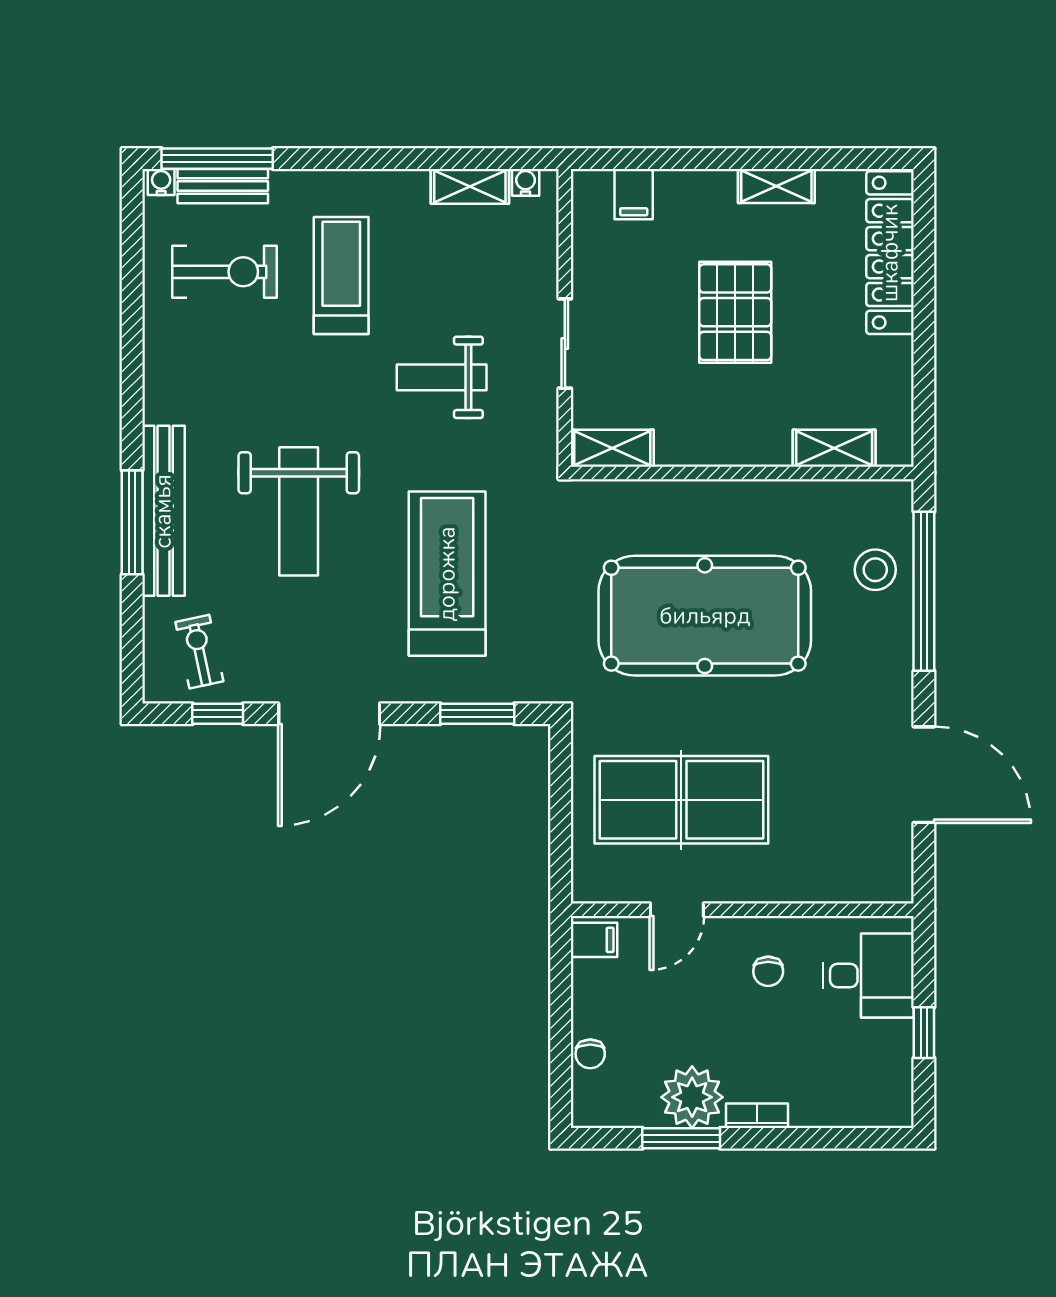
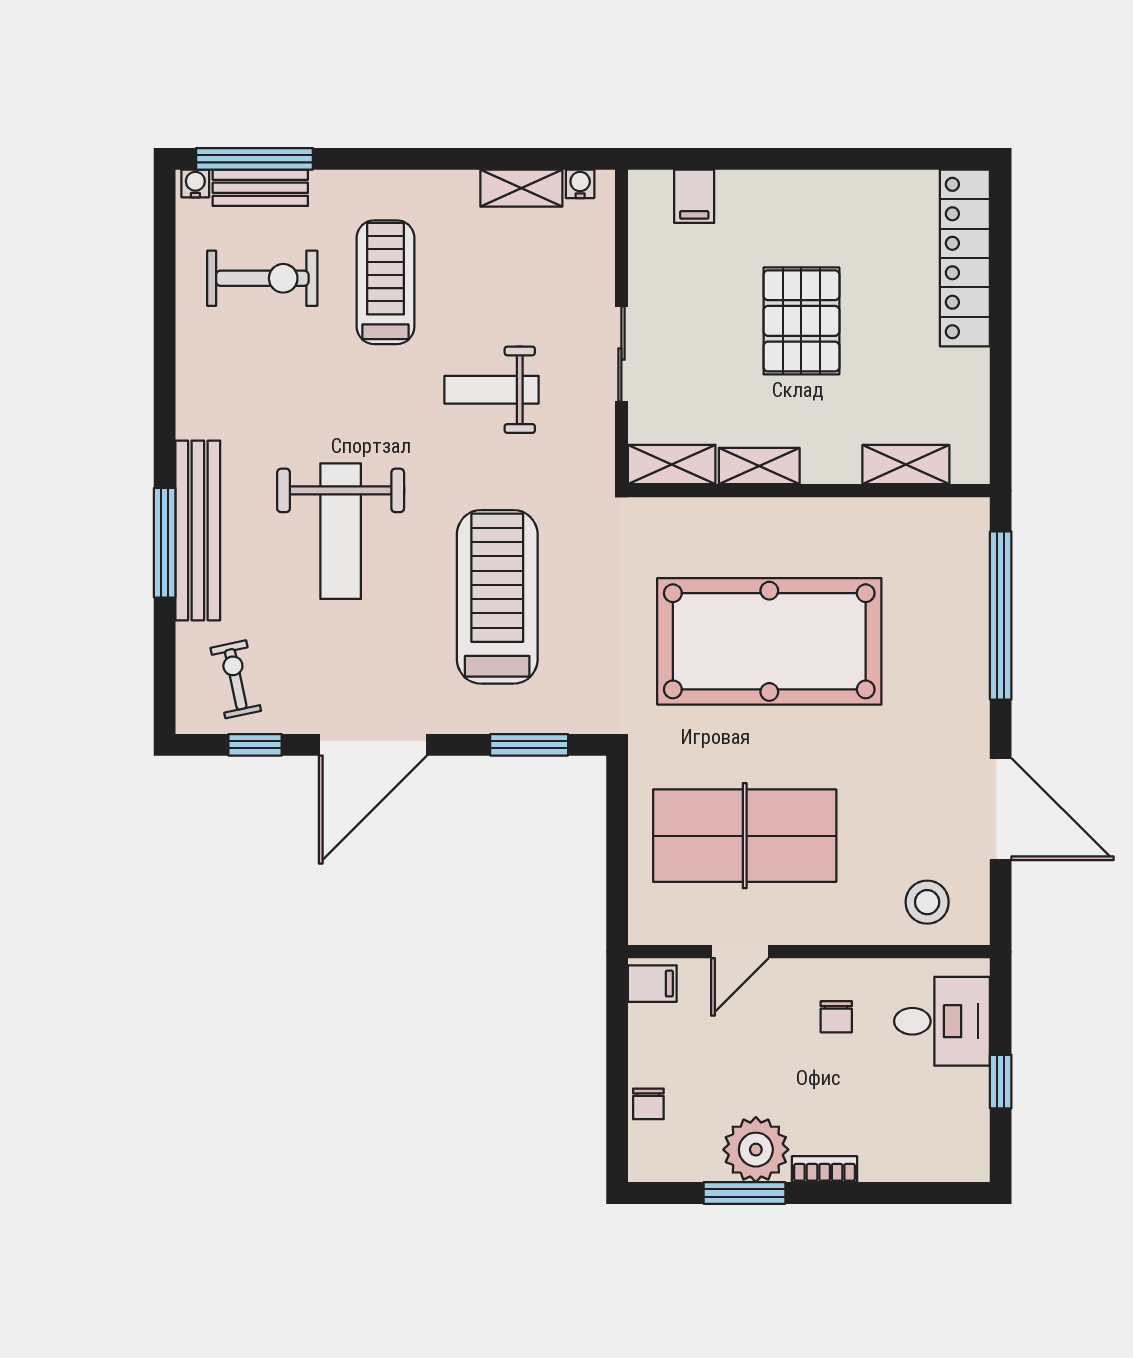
shelving: (776, 186) -> (759, 466), moved
stool: (875, 570) -> (927, 902), moved

